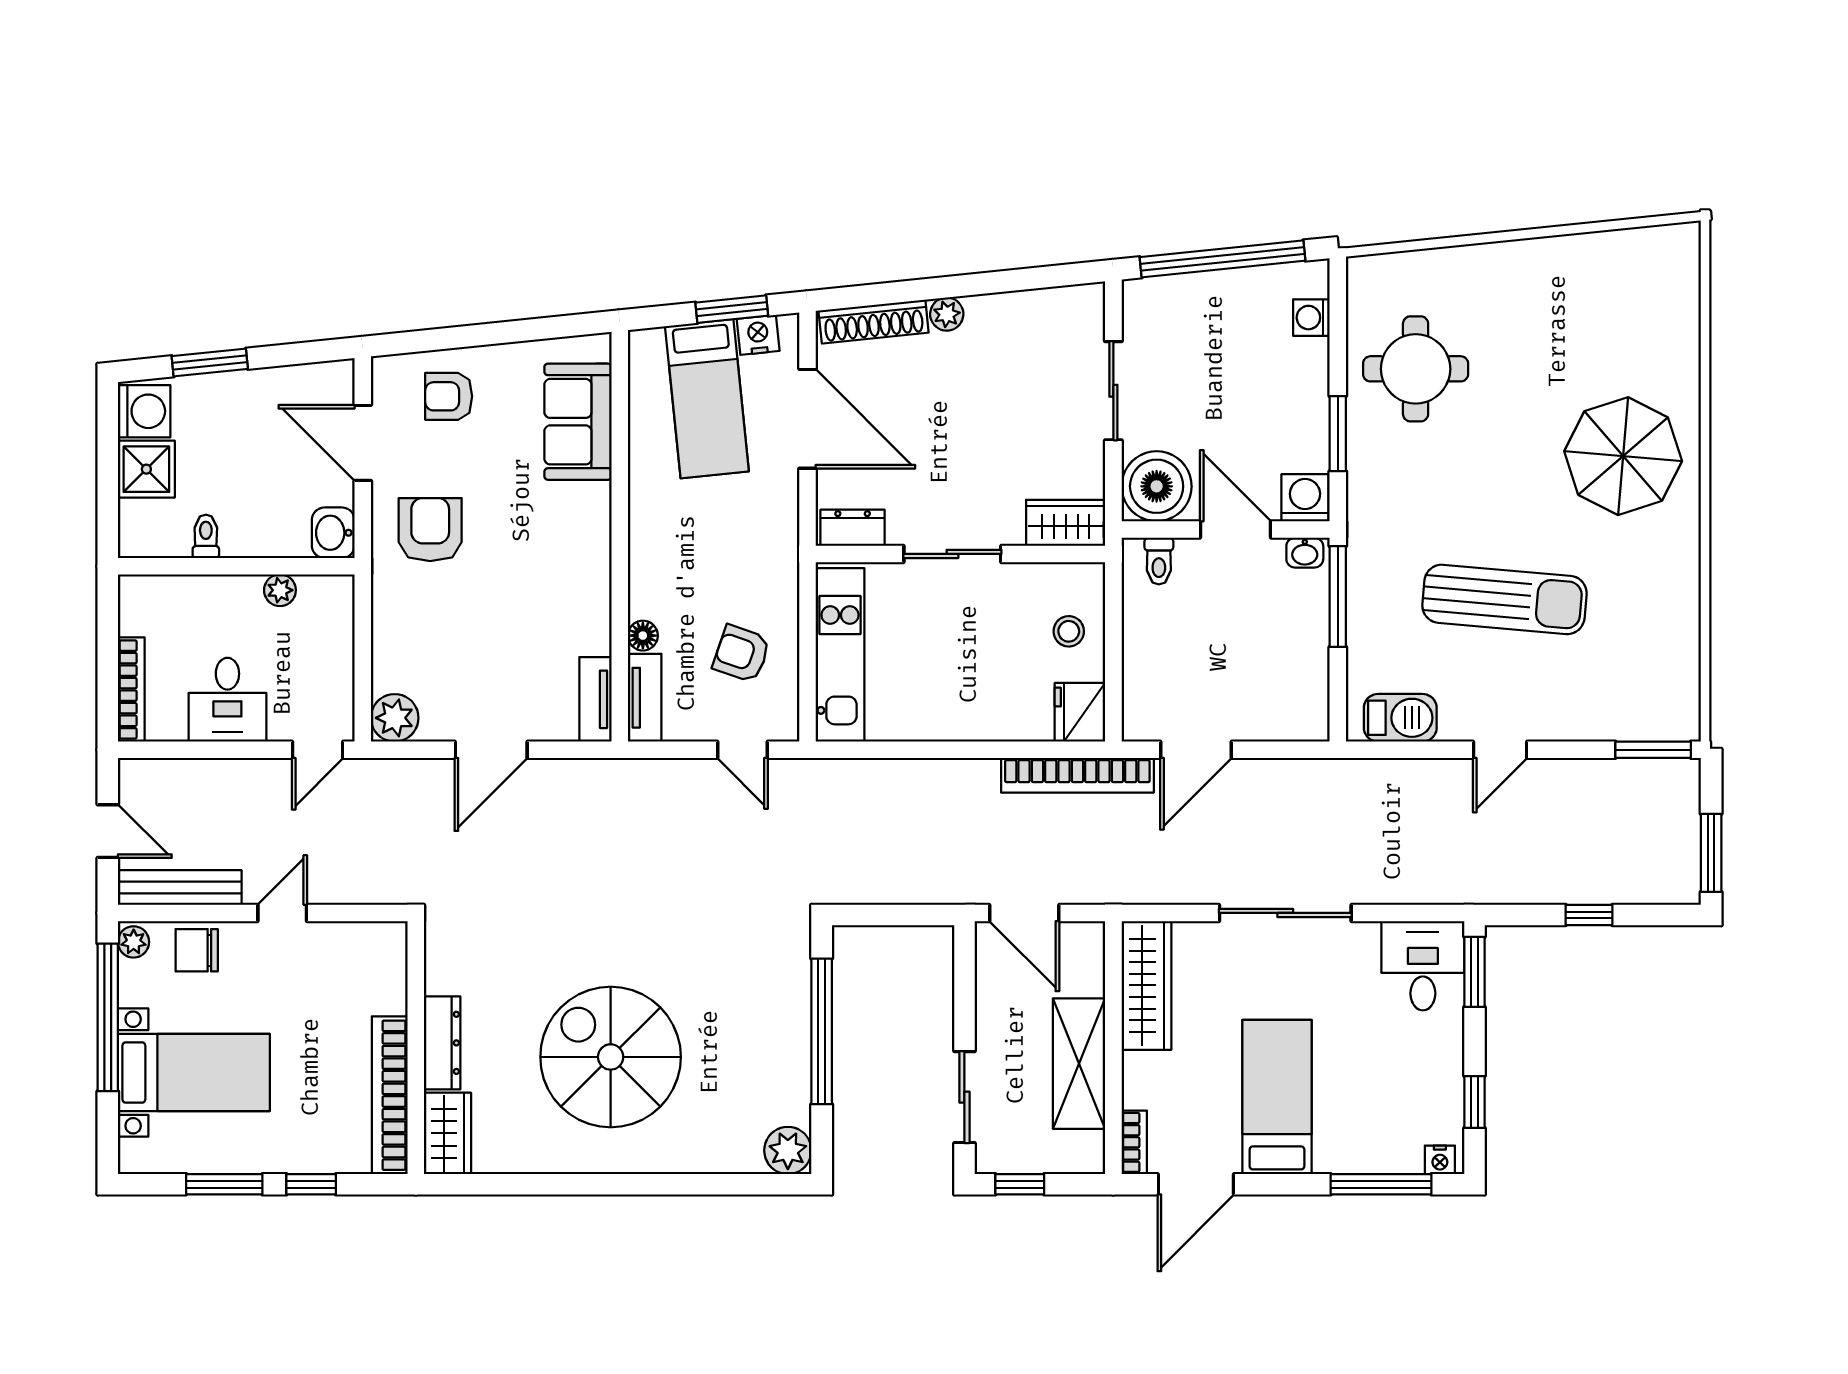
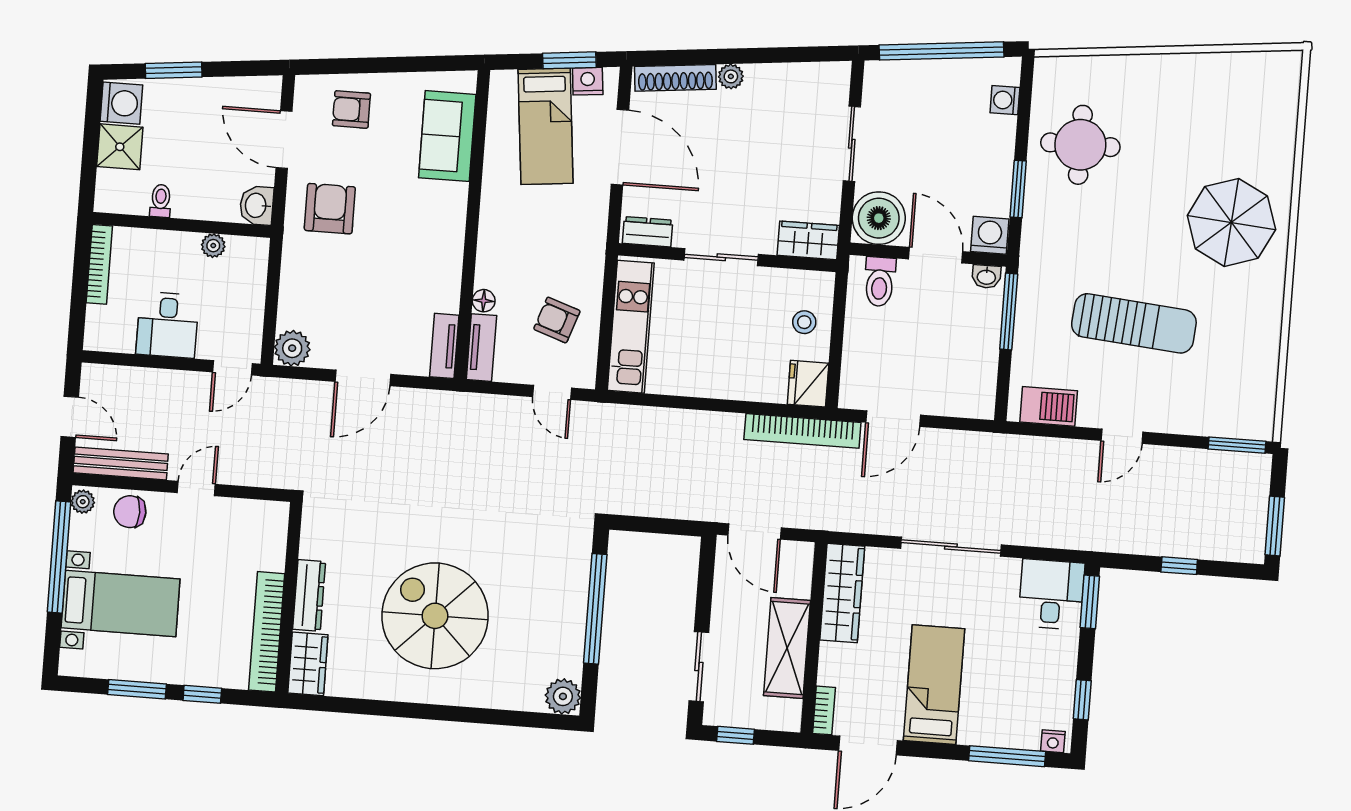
toilet: (1159, 561) -> (880, 282), width x1.37, depth x1.39
bookcase: (131, 689) -> (99, 264), moved

